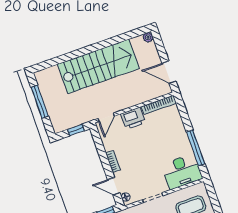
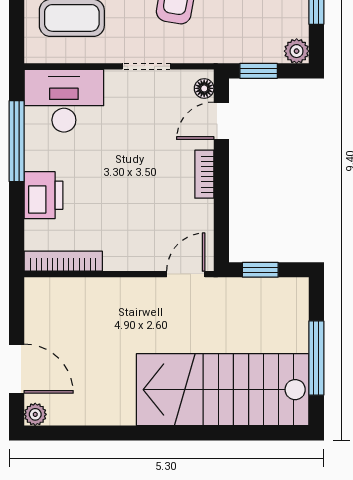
stairs: (98, 66) -> (223, 390), moved
door: (169, 72) -> (17, 369), moved
printer: (133, 118) -> (43, 195), moved, turned 90
door: (114, 186) -> (221, 121), swing flipped

